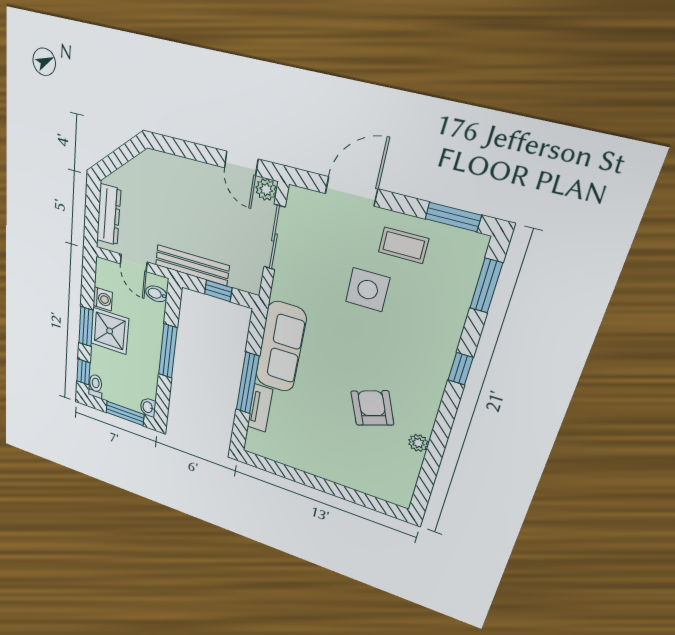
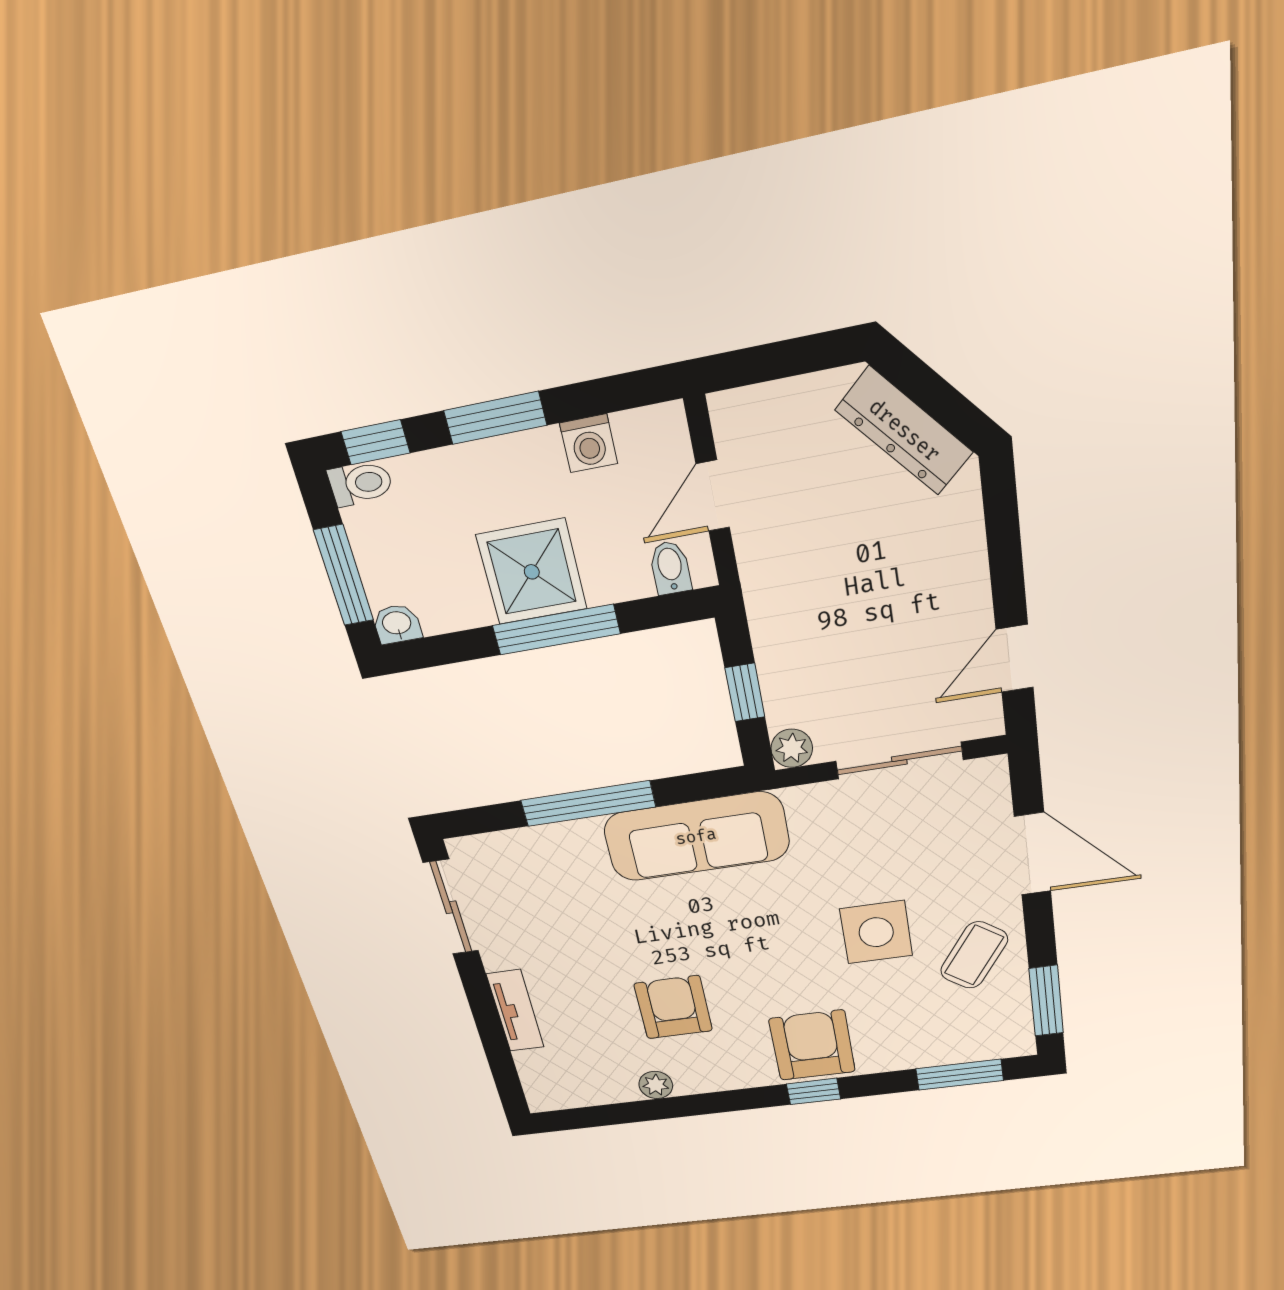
plant: (266, 190) -> (792, 748), moved
dresser: (109, 215) -> (904, 431), moved, turned 48
coffee table: (404, 245) -> (974, 955), turned 35
bench: (192, 265) -> (771, 625), removed
shower: (110, 331) -> (532, 572), moved
armchair: (427, 354) -> (812, 1045), added
tv unit: (260, 408) -> (515, 1011), moved, turned -90
armchair: (372, 408) -> (673, 1007), turned -69
sliding door: (277, 468) -> (451, 907), added

